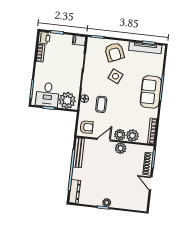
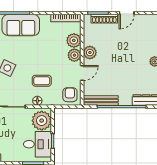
door: (104, 140) -> (82, 73), swing flipped

